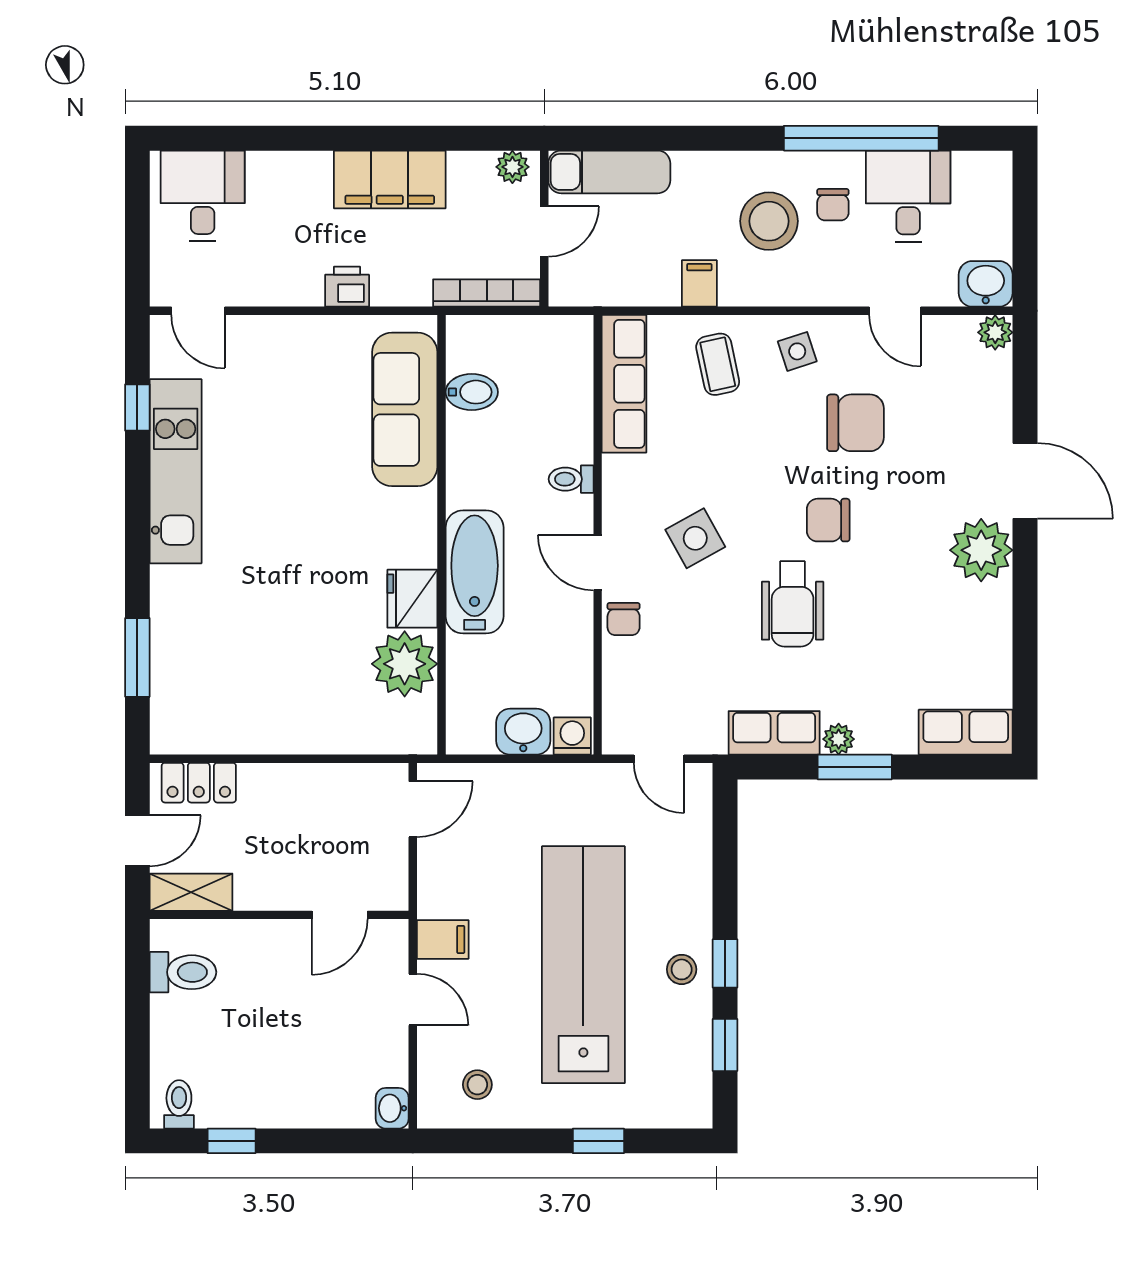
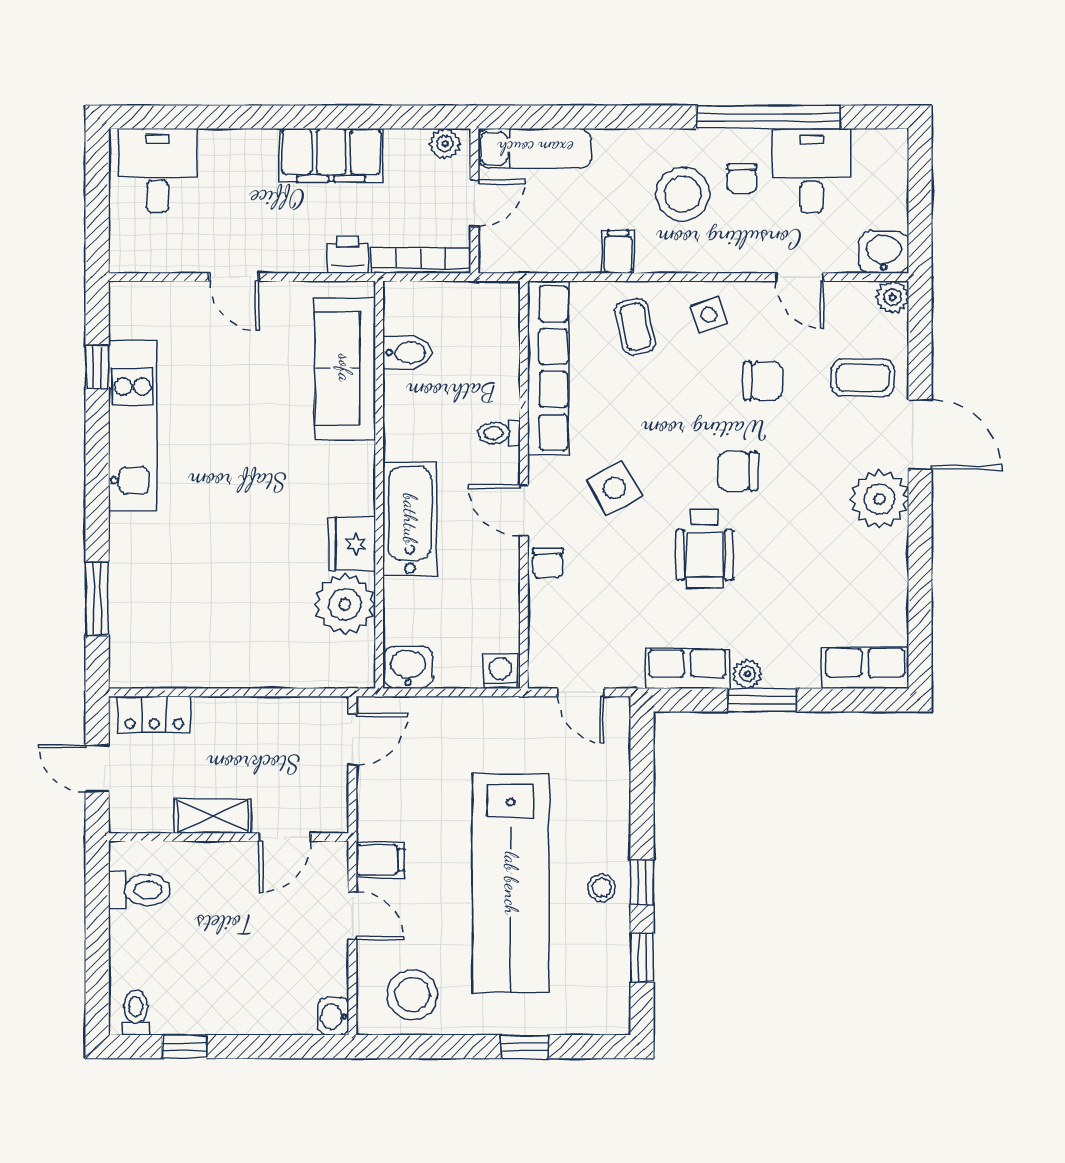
printer: (347, 287) -> (348, 255), moved
door: (198, 311) -> (234, 277), moved
row of seats: (624, 384) -> (548, 368), width x1.36
coffee table: (963, 419) -> (863, 377), added
chair: (855, 423) -> (763, 381), width x0.73, depth x0.73
washbasin: (523, 732) -> (408, 667), moved
door: (137, 841) -> (97, 768), swing flipped
shelving: (191, 892) -> (213, 816), moved
lab bench: (583, 965) -> (511, 883), turned 180
stool: (477, 1085) -> (412, 995), width x1.89, depth x1.89

